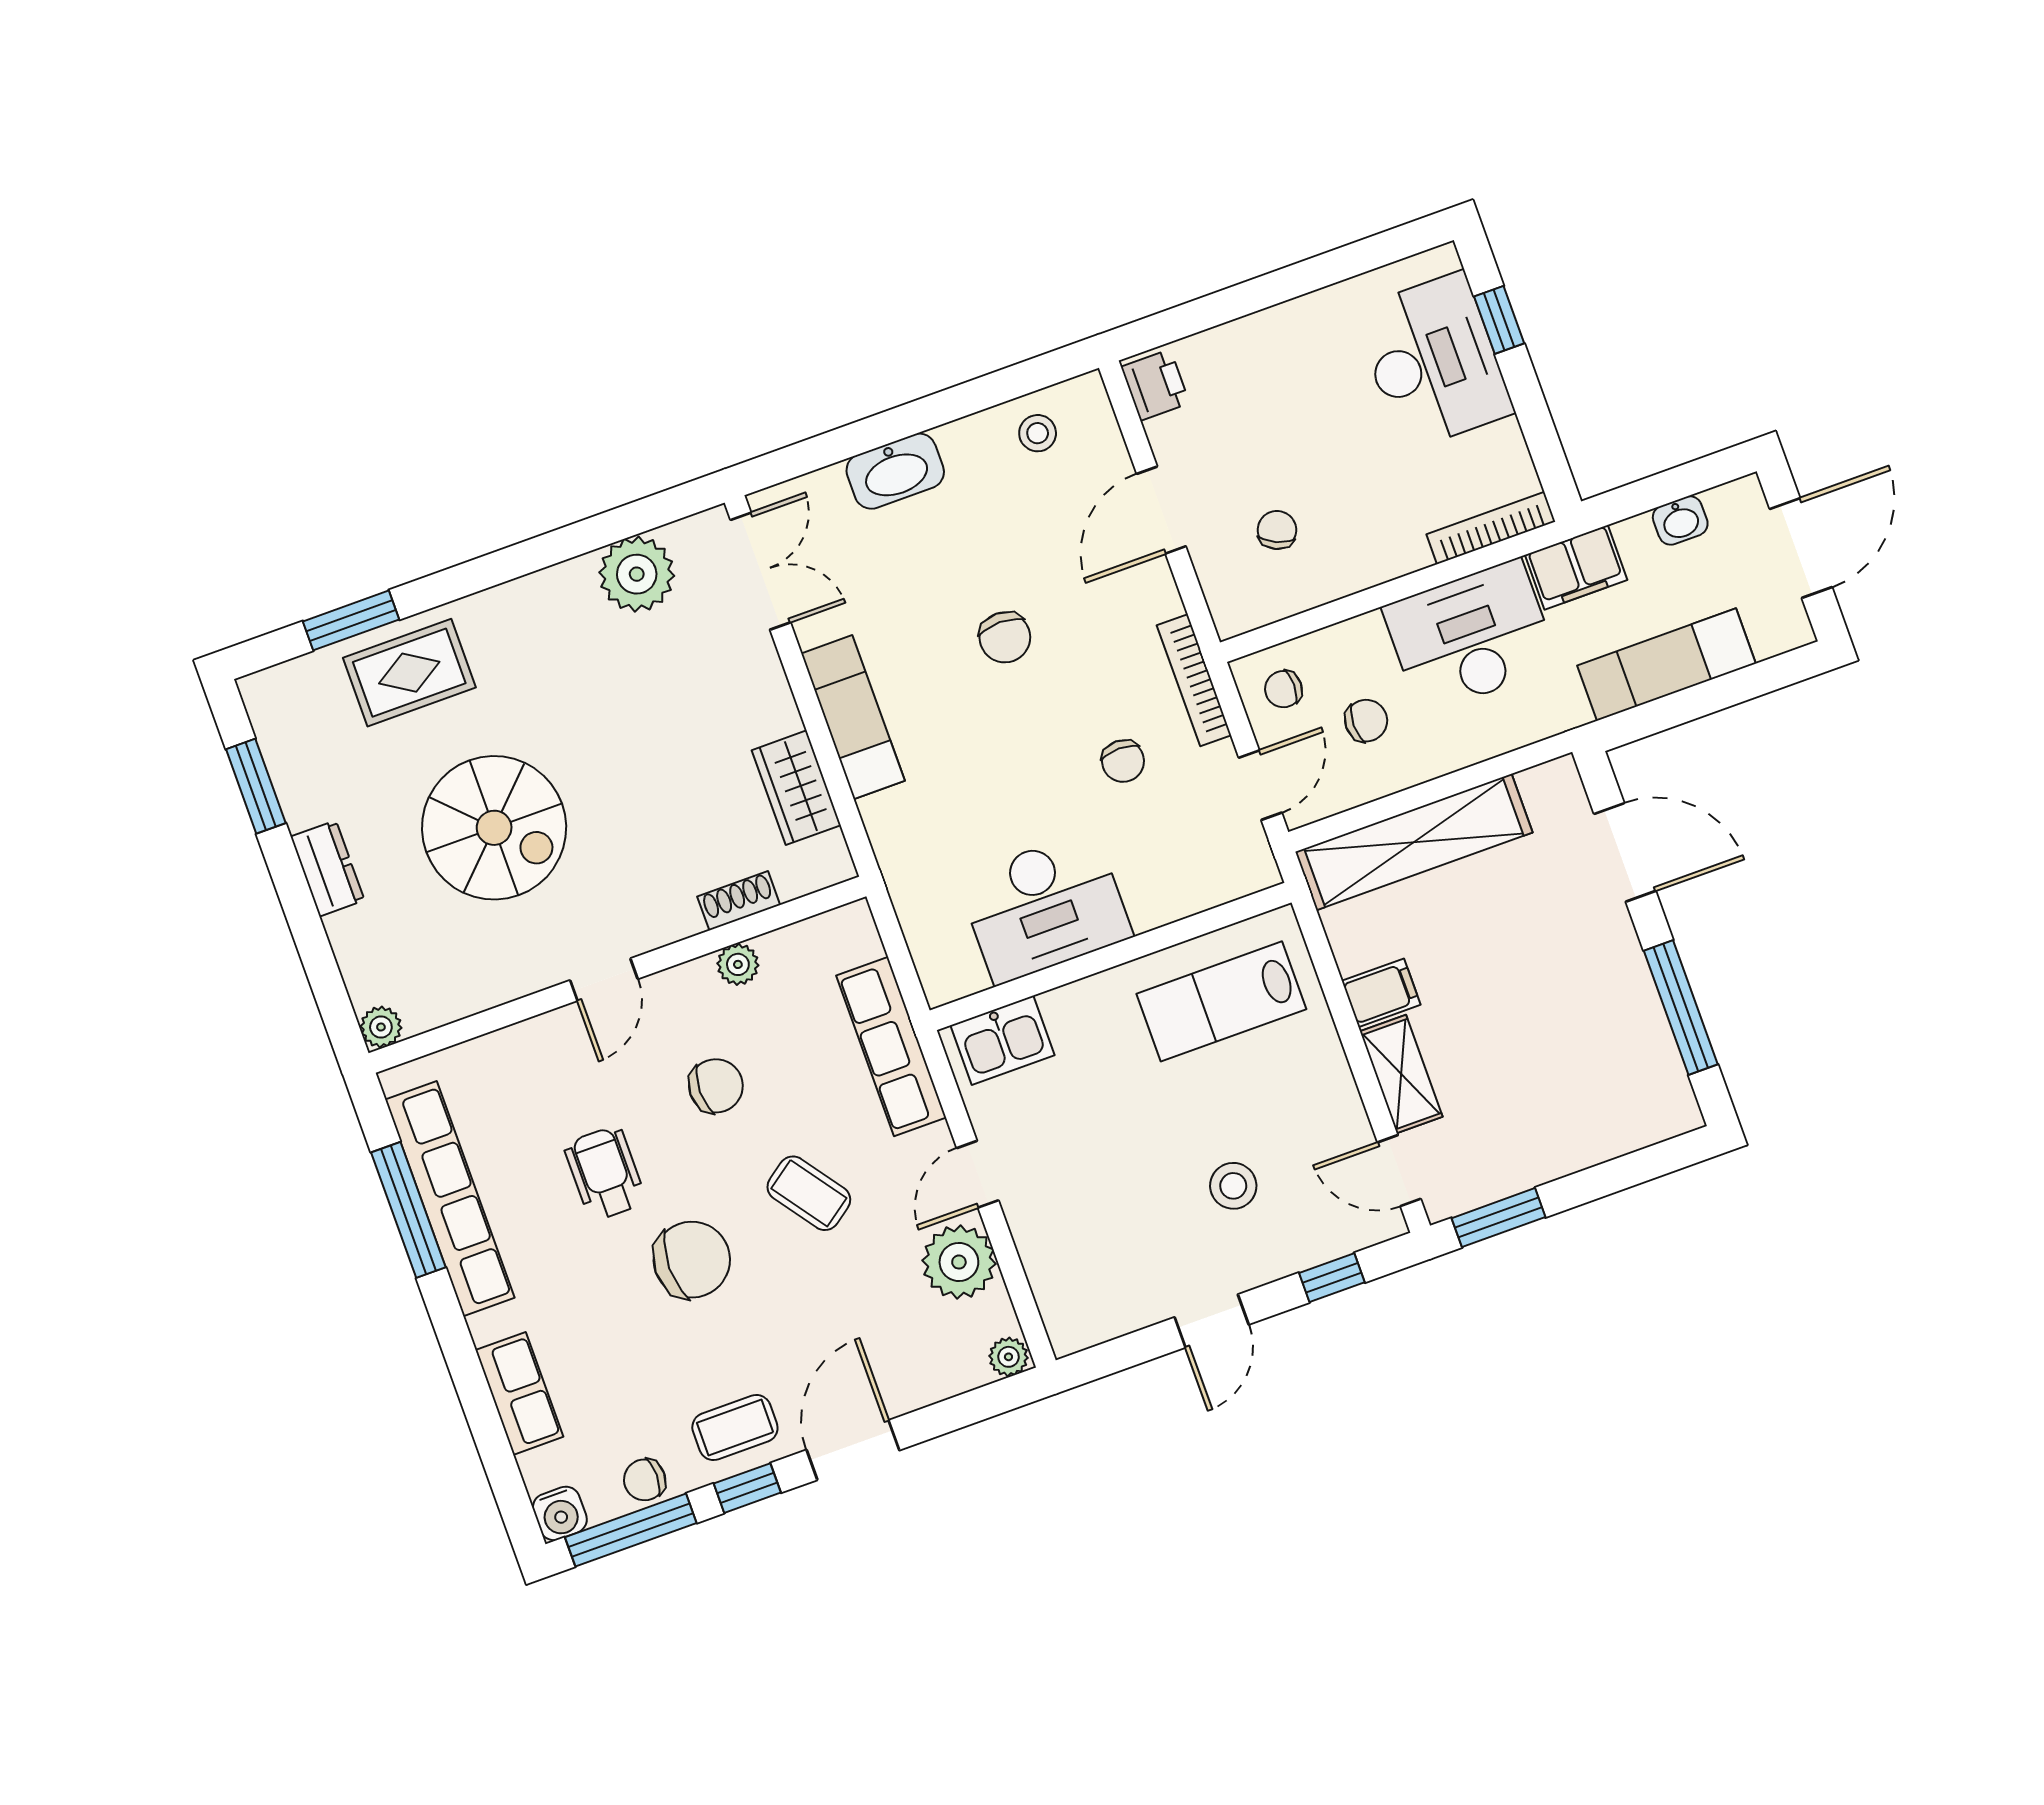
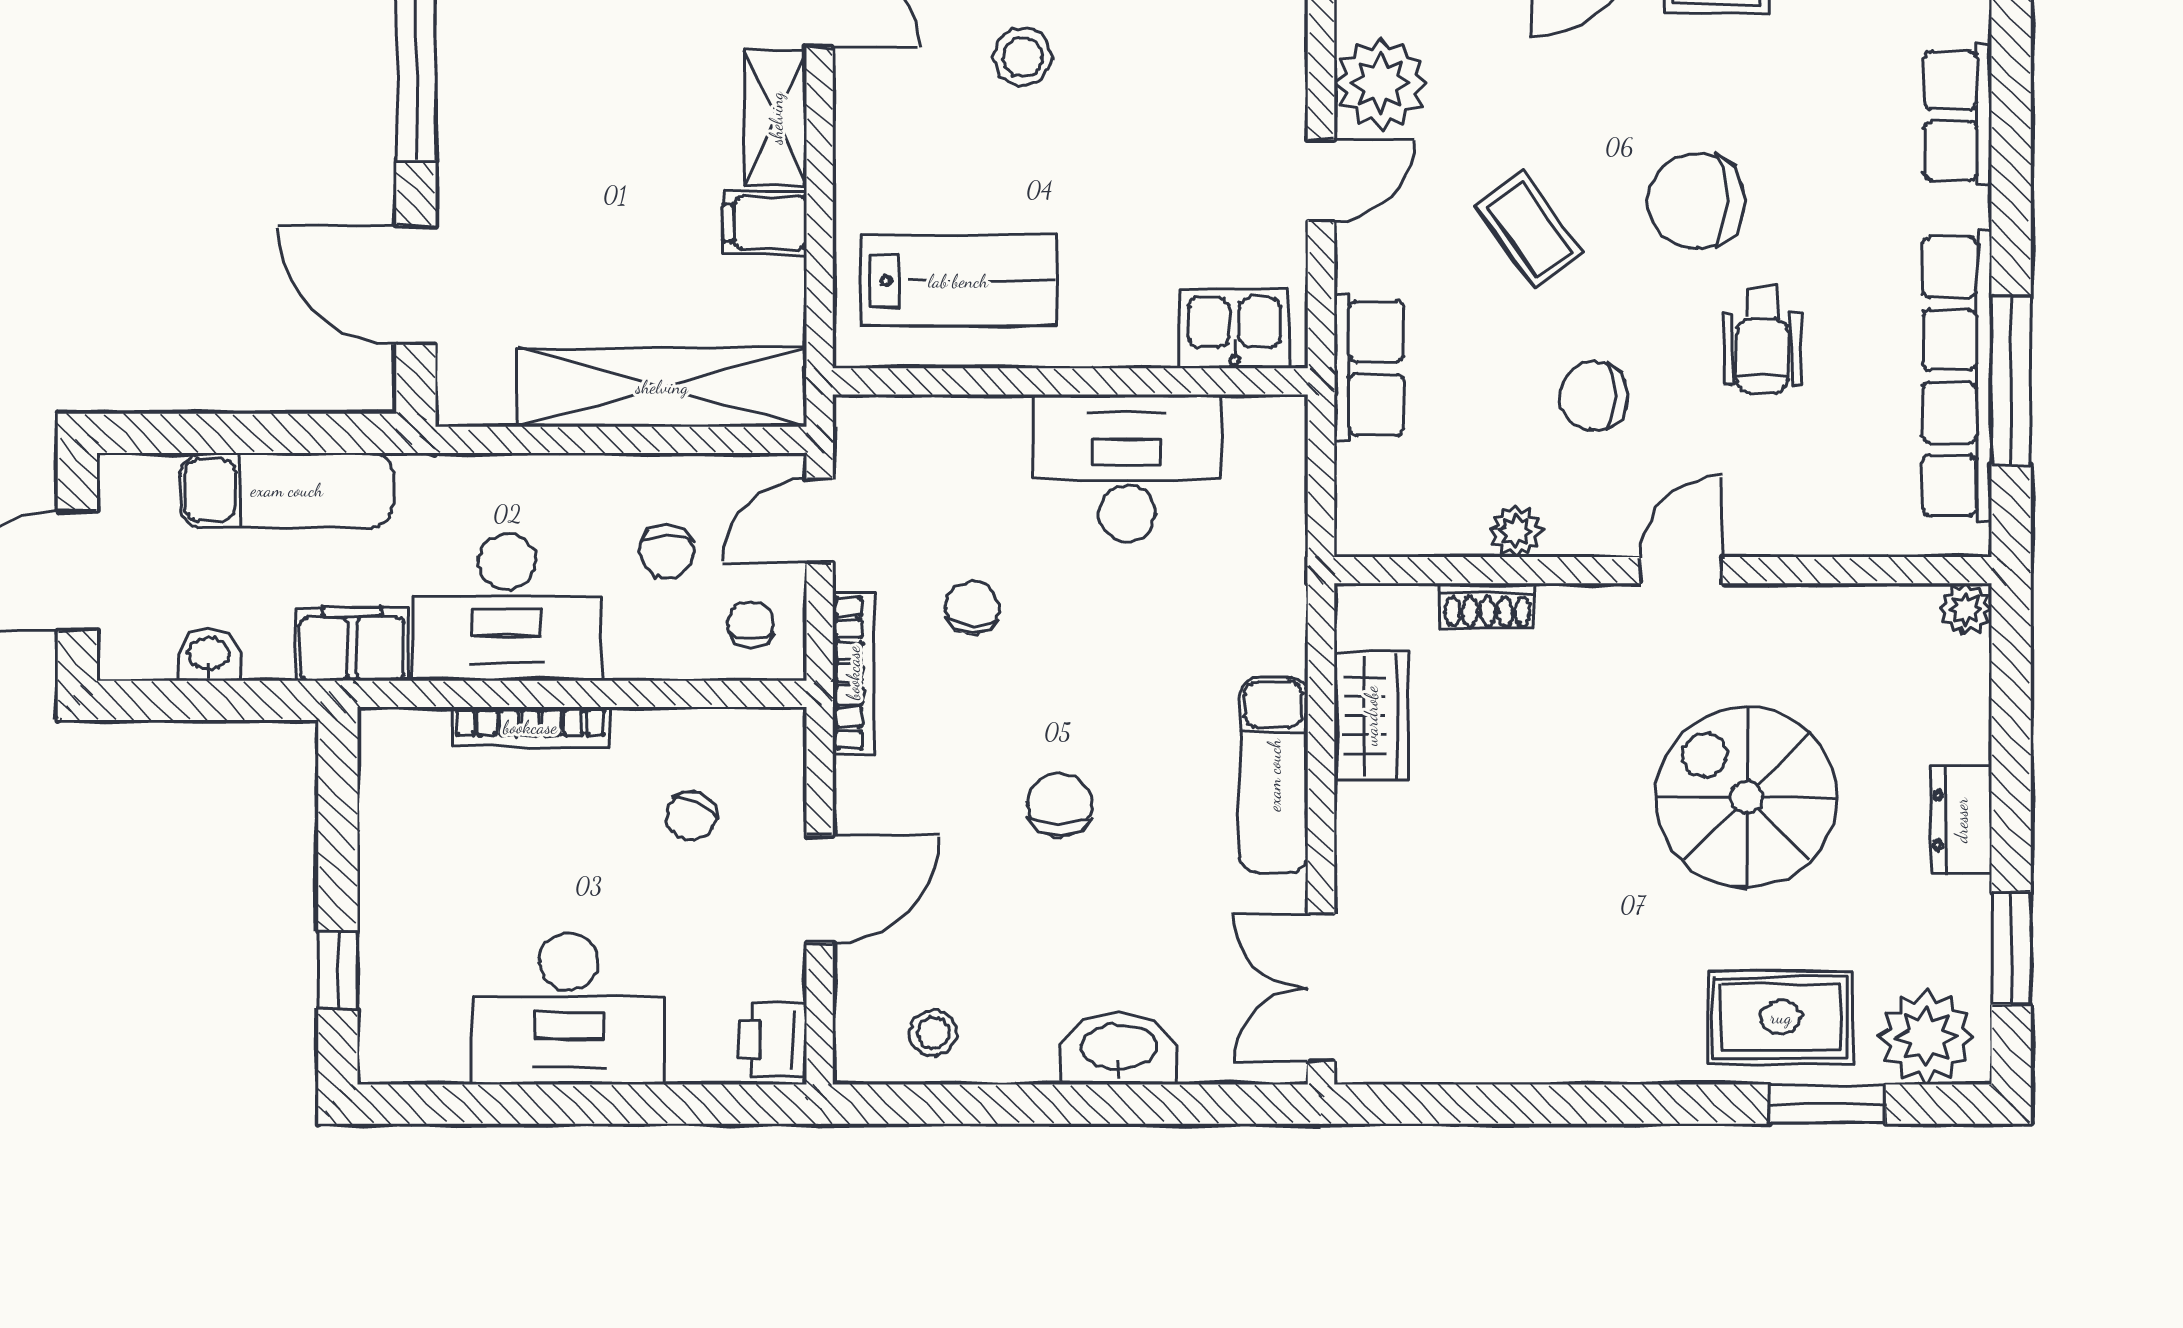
desk: (1433, 361) -> (569, 1009), moved, turned -90
bookcase: (1491, 528) -> (530, 727), moved
plant: (637, 574) -> (1926, 1037), moved
chair: (1283, 689) -> (751, 625), turned -90
chair: (1366, 721) -> (667, 552), turned -90
row of seats: (891, 1047) -> (1369, 368), width x0.68

